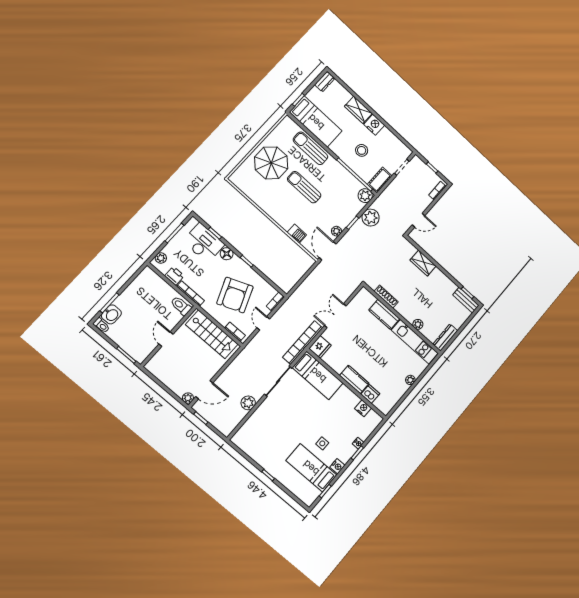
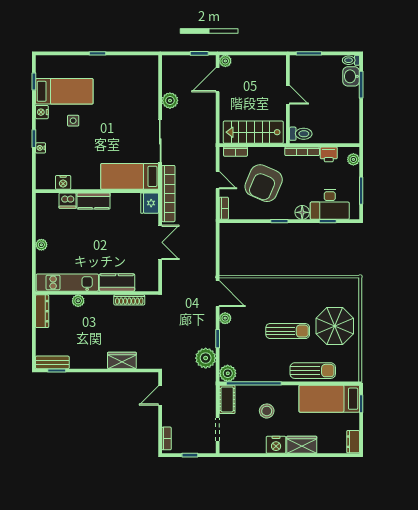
barbecue: (297, 234) -> (258, 284), removed
armchair: (235, 295) -> (264, 183), turned -135

